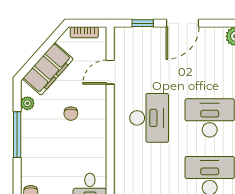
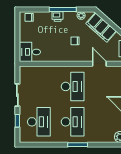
desk: (149, 118) -> (73, 86), turned -90
printer: (29, 144) -> (58, 16), added

